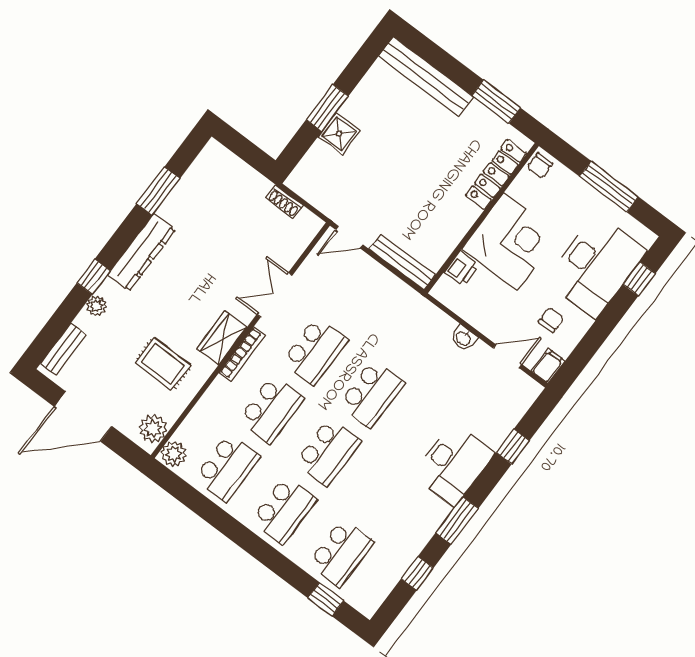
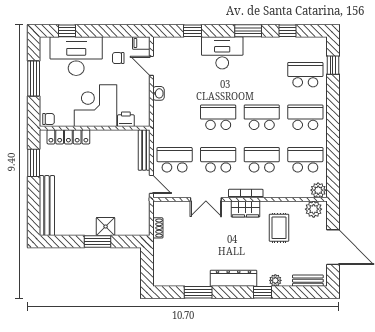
school desk: (359, 293) -> (175, 160), added

